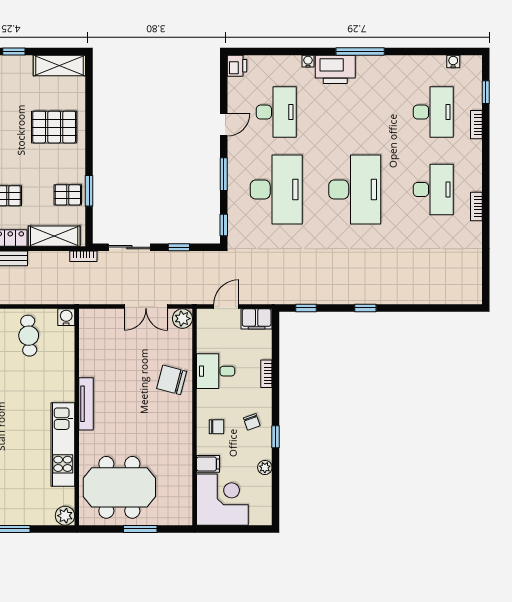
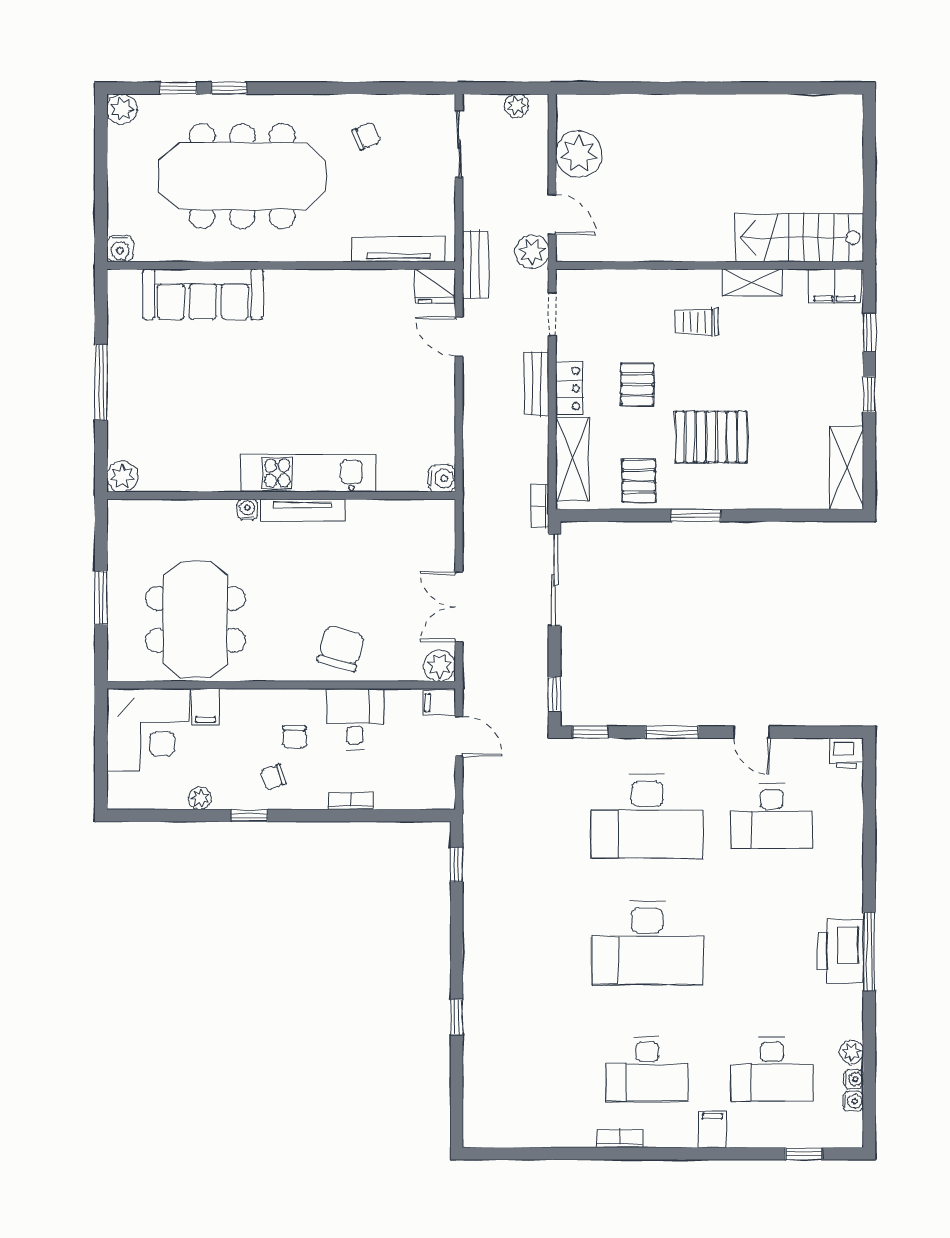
water cooler: (308, 61) -> (854, 1079), moved
plant: (423, 62) -> (852, 1052), added
printer: (335, 69) -> (840, 951), moved
bookcase: (476, 125) -> (752, 1139), removed
pallet: (54, 127) -> (711, 437), moved, turned 90
filing cabinet: (471, 149) -> (712, 1129), added
window: (89, 191) -> (696, 515), moved
sliding door: (129, 247) -> (555, 580), width x1.37
window: (179, 247) -> (555, 694), moved
window: (365, 308) -> (457, 1017), moved
filing cabinet: (257, 319) -> (439, 703), moved, width x0.50
cafe table: (29, 336) -> (412, 418), removed
chair: (216, 427) -> (295, 737), moved
water cooler: (85, 438) -> (247, 509), added
kitchen unit: (63, 445) -> (308, 473), moved
meeting table: (119, 487) -> (195, 619), moved

